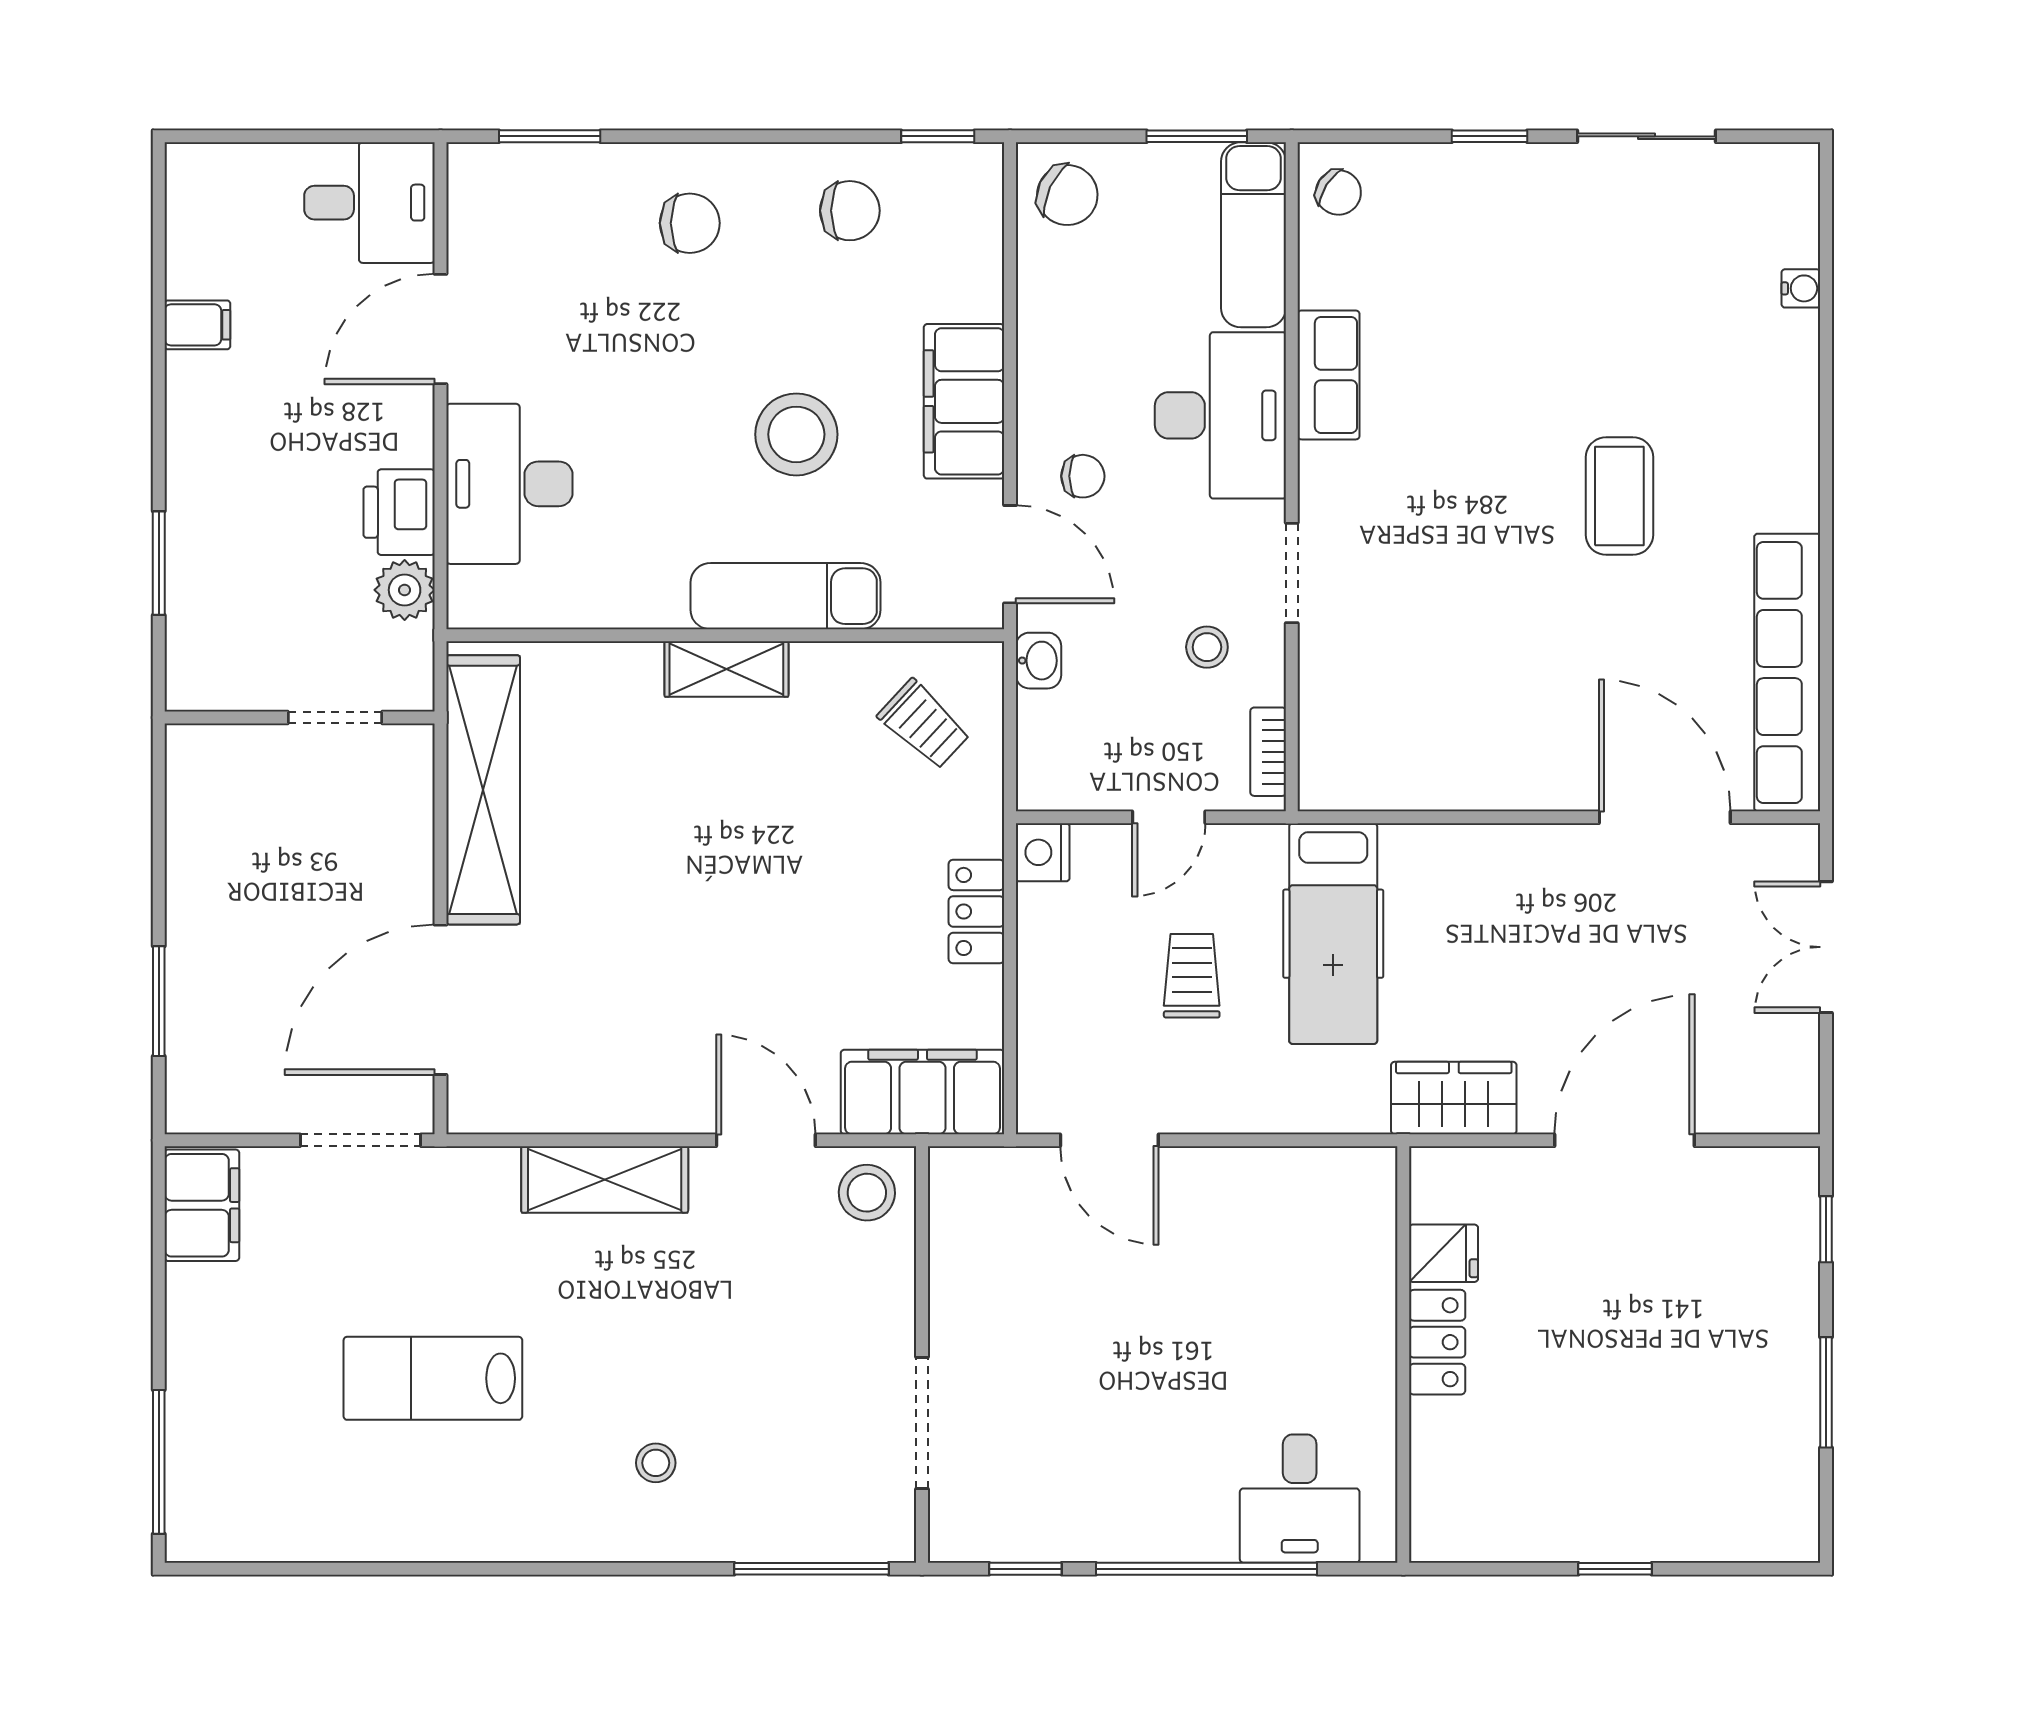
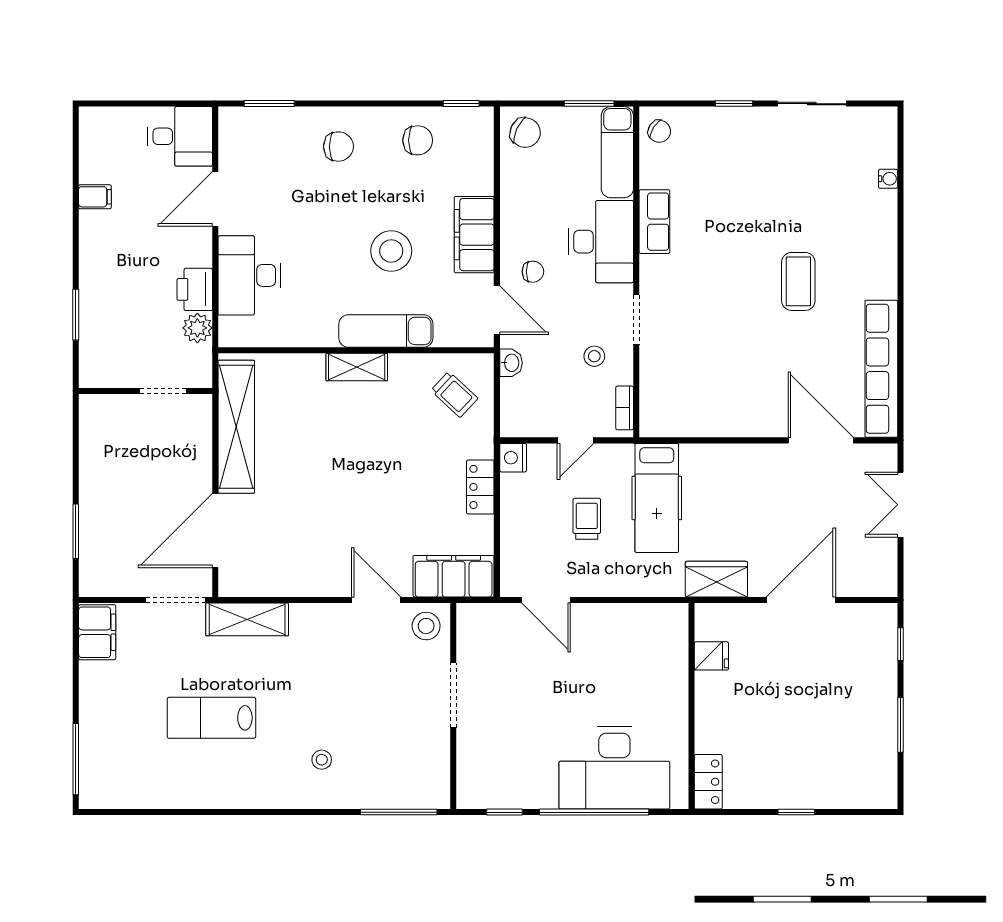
shelving: (605, 1179) -> (247, 619), moved
locker: (1437, 1342) -> (708, 782), moved
doorway: (922, 1423) -> (453, 695), moved
desk: (1300, 1499) -> (614, 768), width x1.87, depth x1.30

